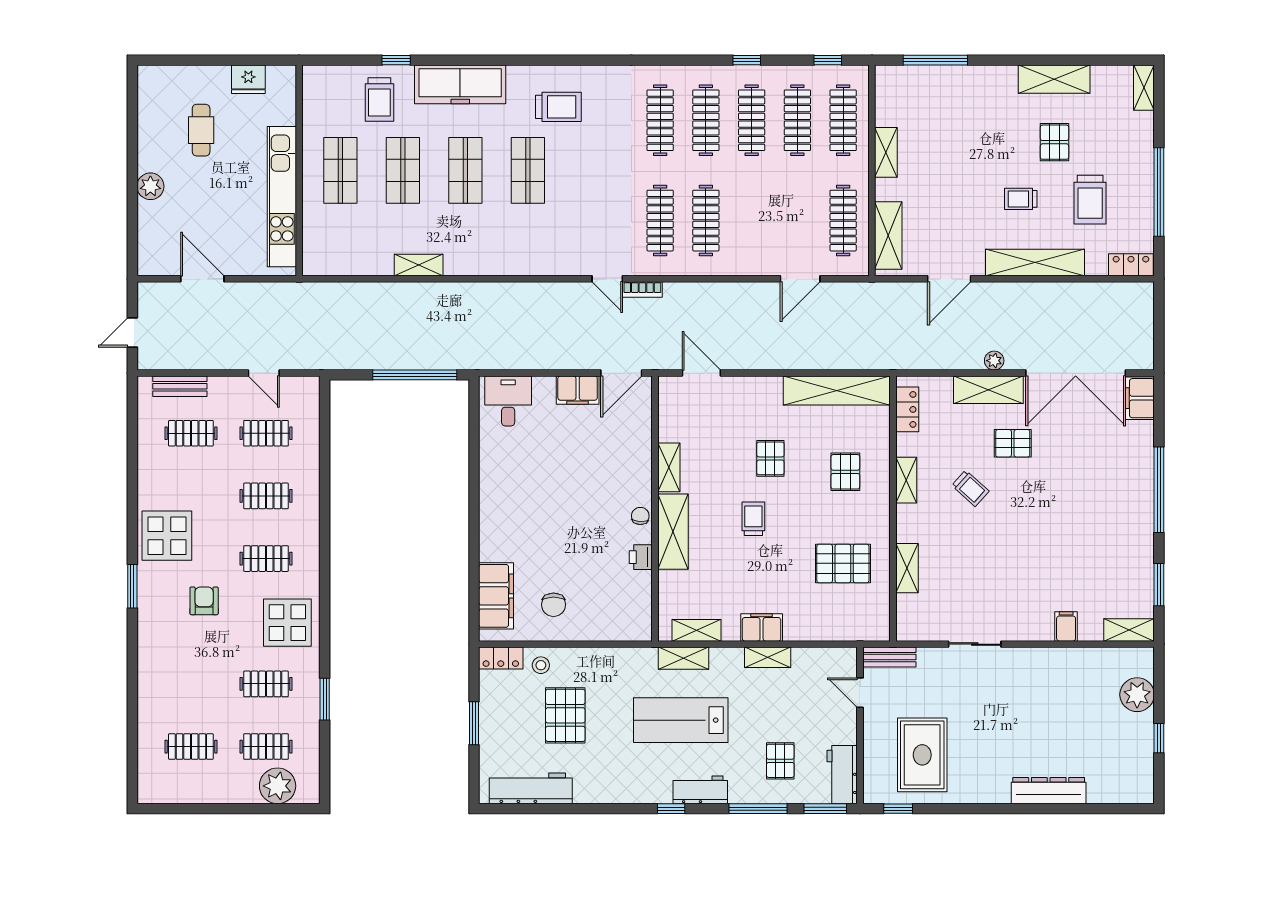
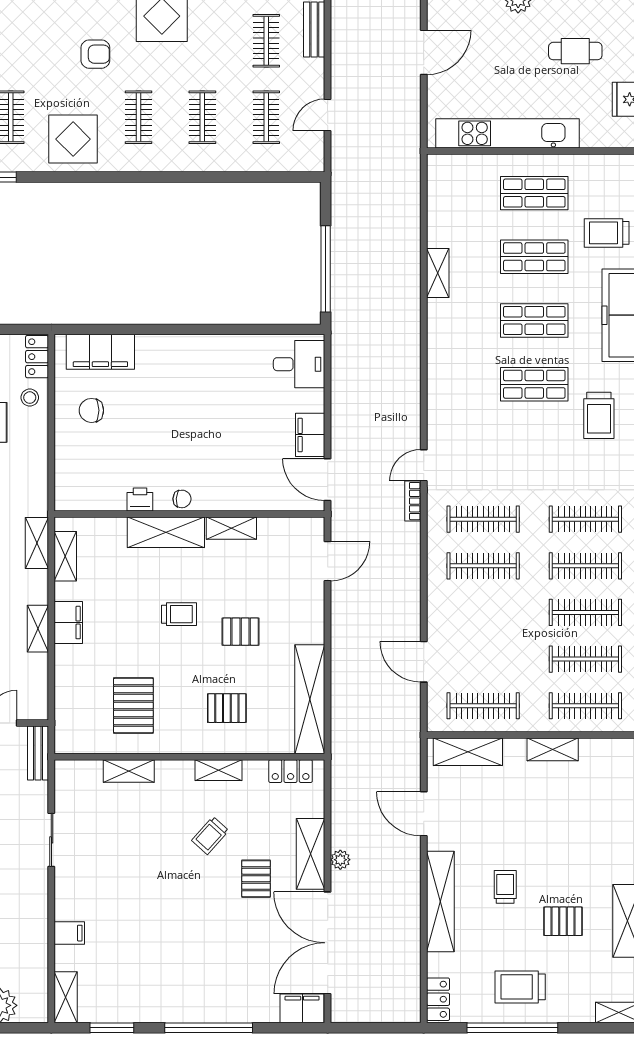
trolley: (1090, 200) -> (520, 987), moved

